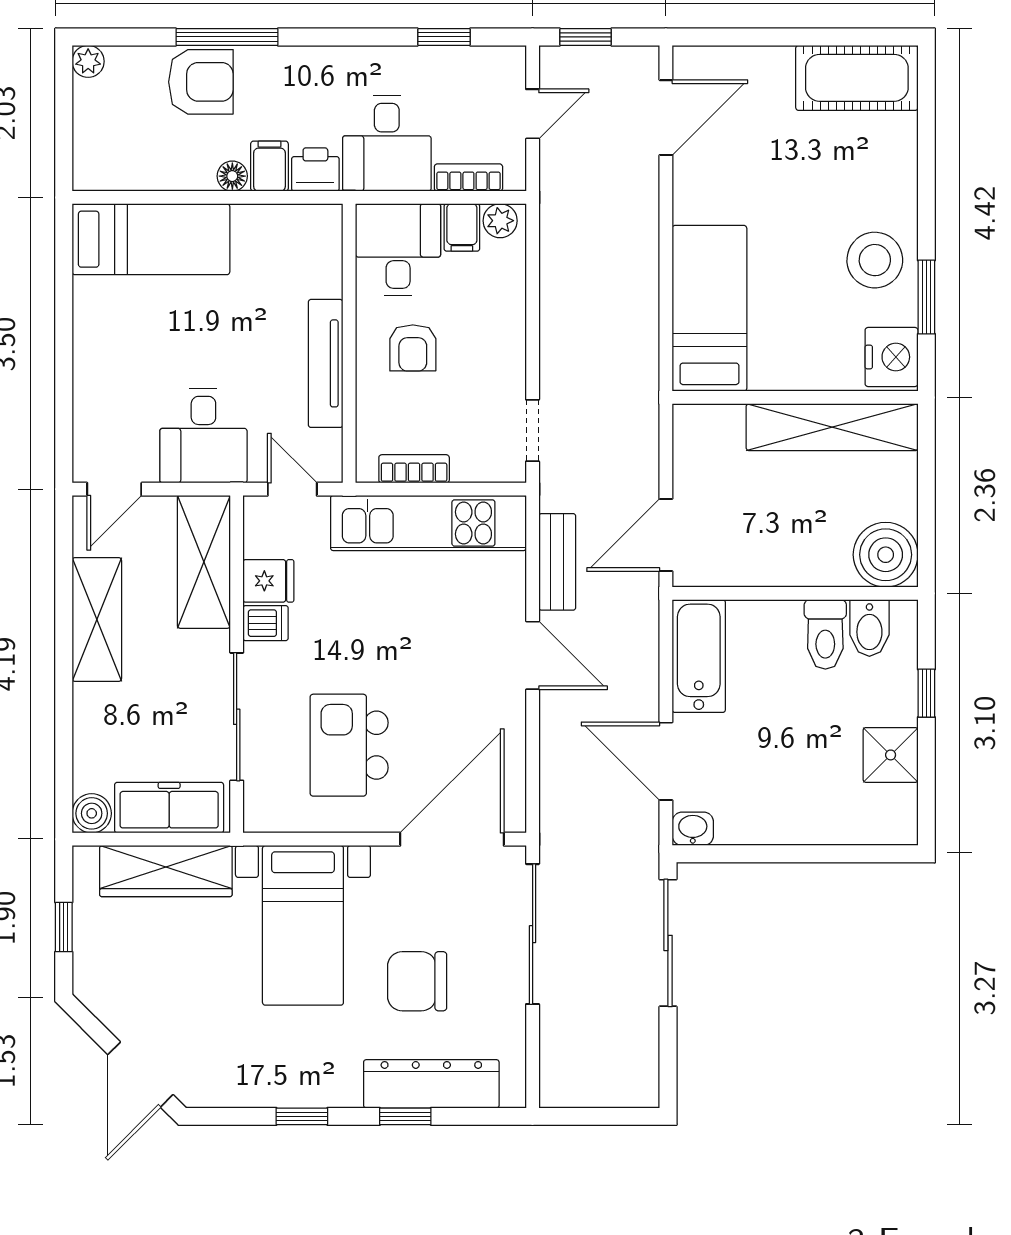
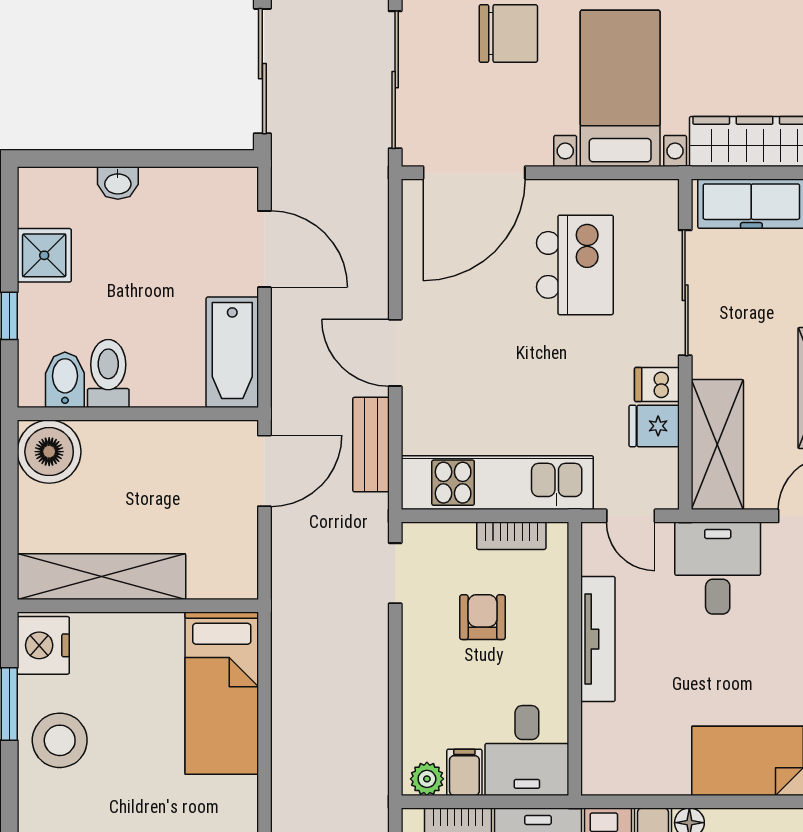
armchair: (413, 348) -> (482, 617), moved
washbasin: (693, 829) -> (118, 183), moved

